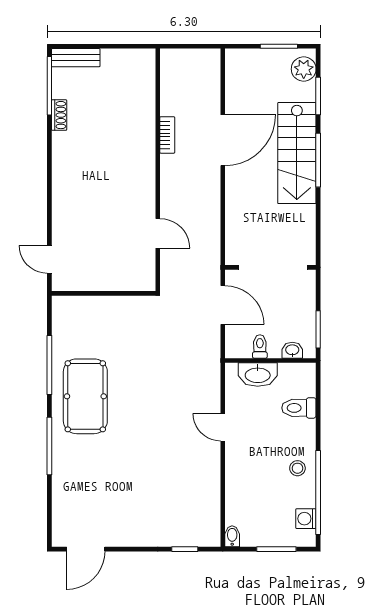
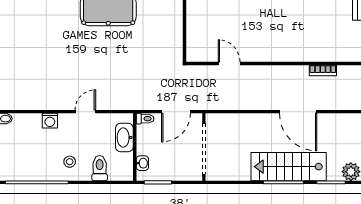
bookcase: (167, 135) -> (323, 70), moved
door: (158, 233) -> (229, 63), swing flipped
toilet: (260, 347) -> (145, 119), moved
stool: (297, 468) -> (70, 162), moved
washing machine: (306, 519) -> (50, 121), moved, turned 180

